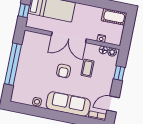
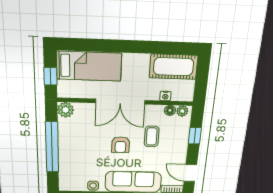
cot: (114, 17) -> (174, 67), width x1.37, depth x1.34
plant: (29, 37) -> (66, 110), added
door: (113, 104) -> (190, 173), hinge flipped

